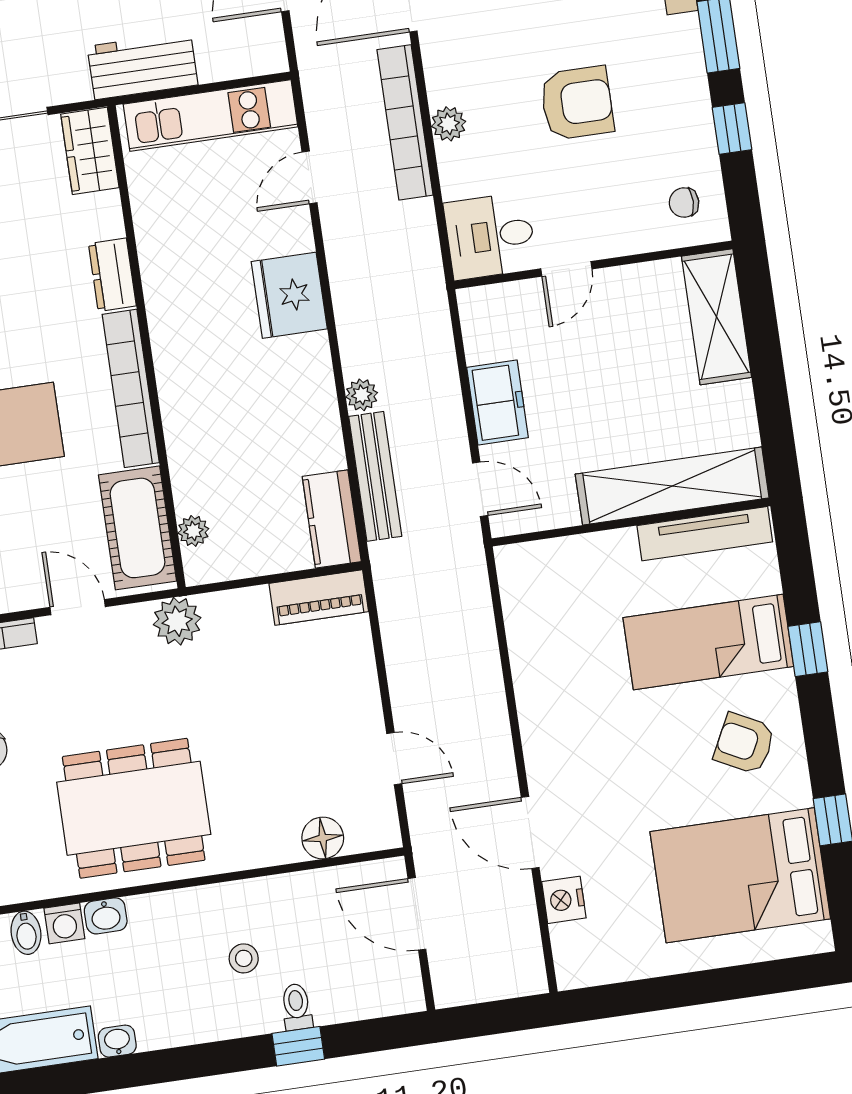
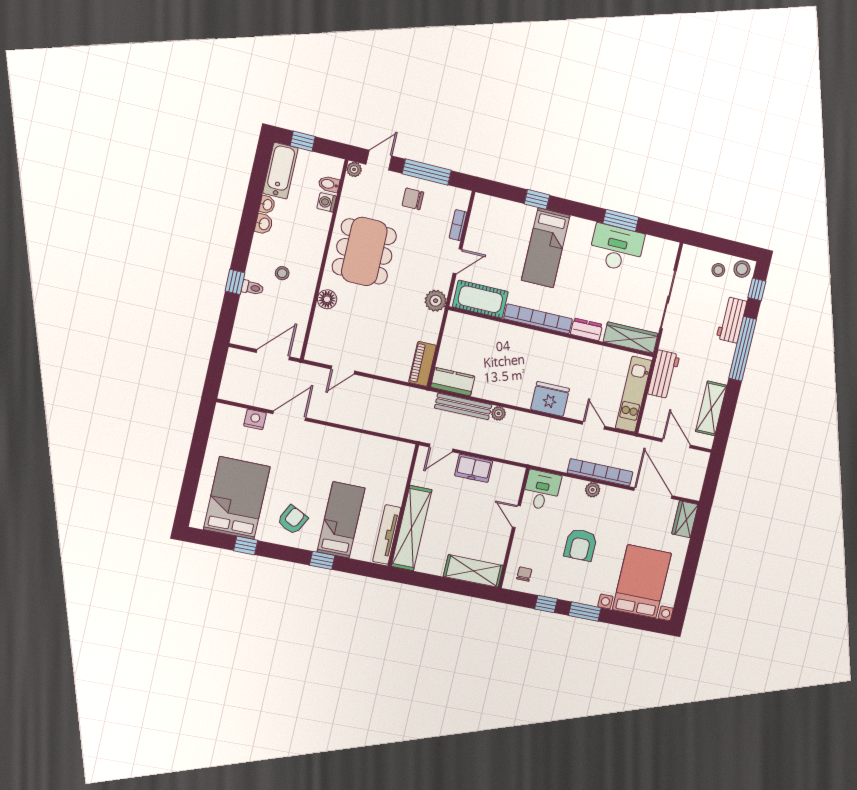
wardrobe: (90, 151) -> (631, 338), width x1.50
plant: (193, 531) -> (470, 322), removed
floor lamp: (323, 838) -> (327, 299), moved
washbasin: (106, 916) -> (264, 224), moved, turned 180

